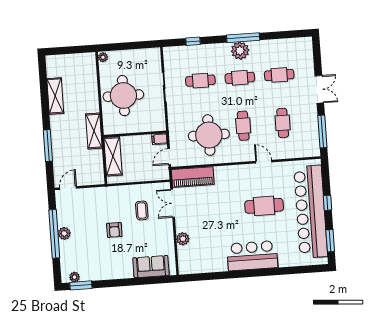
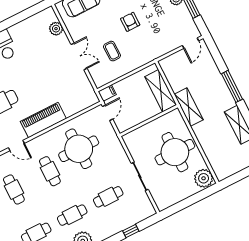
plant: (103, 57) -> (204, 178), width x1.87, depth x1.87
filing cabinet: (159, 139) -> (107, 93), moved
window: (48, 146) -> (232, 86), moved
piano: (193, 177) -> (43, 120), moved
double door: (173, 203) -> (79, 56), moved
plant: (183, 239) -> (56, 29), moved

